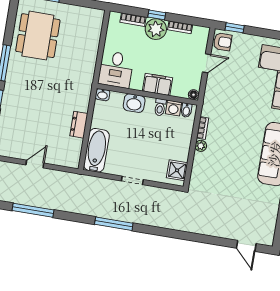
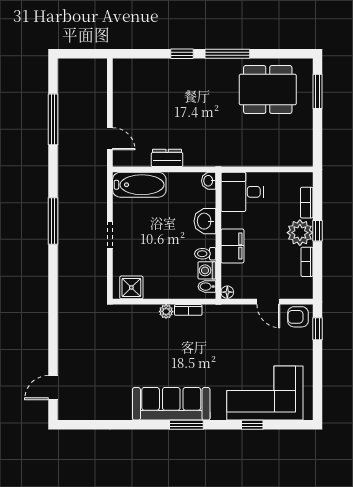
armchair: (223, 42) -> (298, 317), turned 90
door: (35, 164) -> (110, 139), moved

